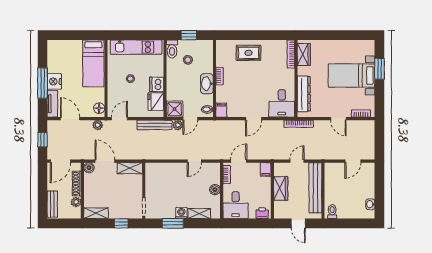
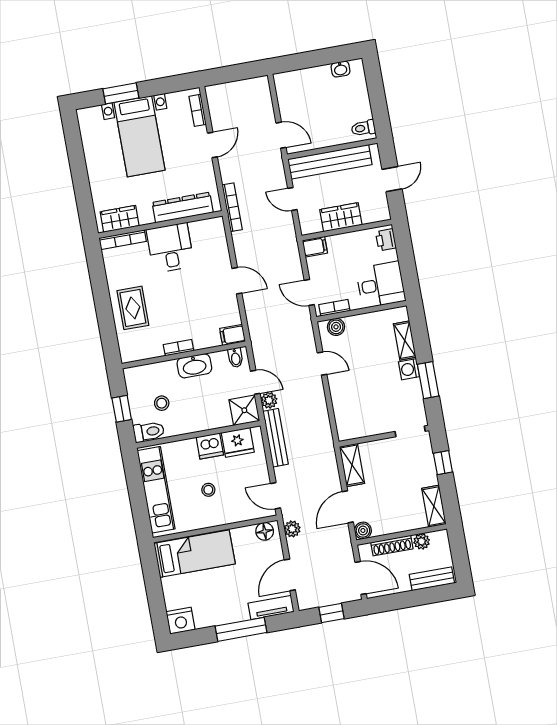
nightstand: (54, 81) -> (181, 621), moved
desk: (282, 103) -> (170, 248), moved, turned -90
door: (353, 161) -> (281, 135), moved
boiler: (215, 190) -> (336, 327), moved

